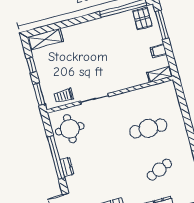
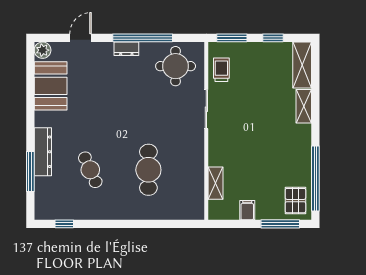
pallet: (142, 18) -> (295, 201), turned 90
shelving: (74, 30) -> (304, 106), added
shelving: (160, 74) -> (216, 183), moved

